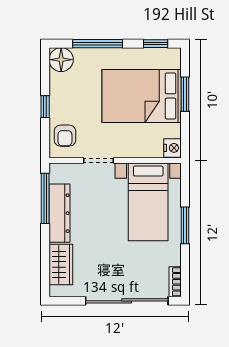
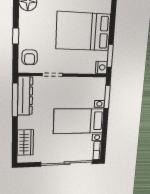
window: (185, 94) -> (110, 56), moved
bed with nightstands: (148, 202) -> (79, 121), moved, turned 90
dresser: (59, 213) -> (25, 96), moved
window: (185, 225) -> (107, 97), moved

